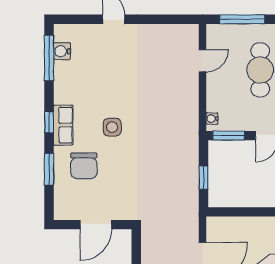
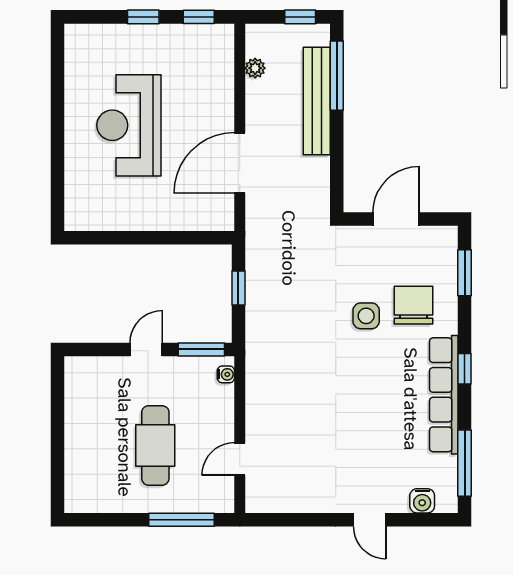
water cooler: (62, 51) -> (422, 501), moved, turned 90
row of seats: (63, 125) -> (444, 395), width x2.02
side table: (112, 127) -> (366, 316), moved
window: (49, 169) -> (465, 273), moved

